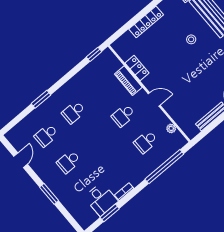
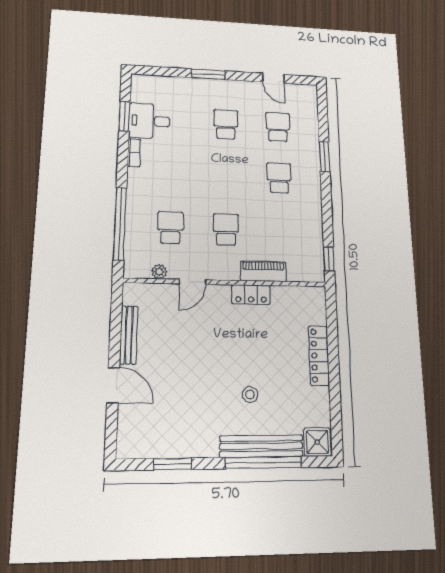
locker: (137, 68) -> (251, 294), moved
door: (154, 99) -> (193, 282), moved

